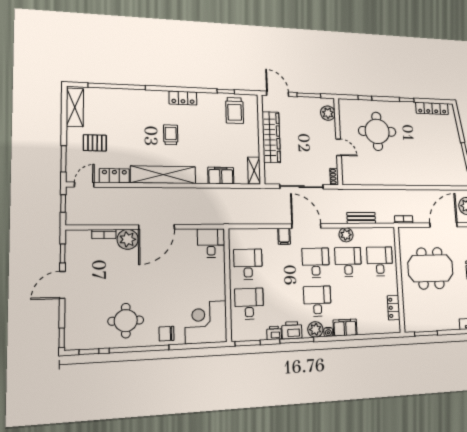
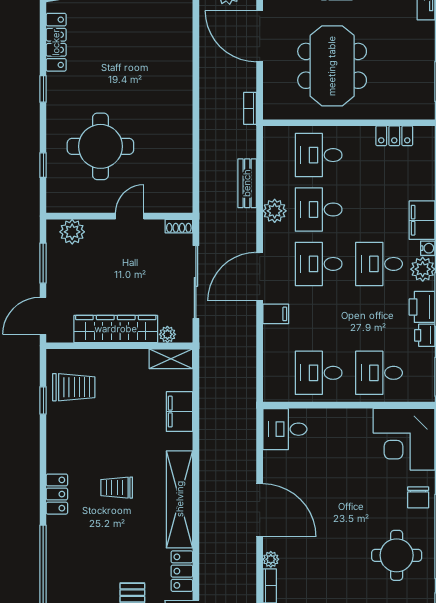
locker: (183, 98) -> (57, 494), moved
plant: (269, 169) -> (167, 334), added
plant: (128, 239) -> (271, 559), width x0.53, depth x0.53

